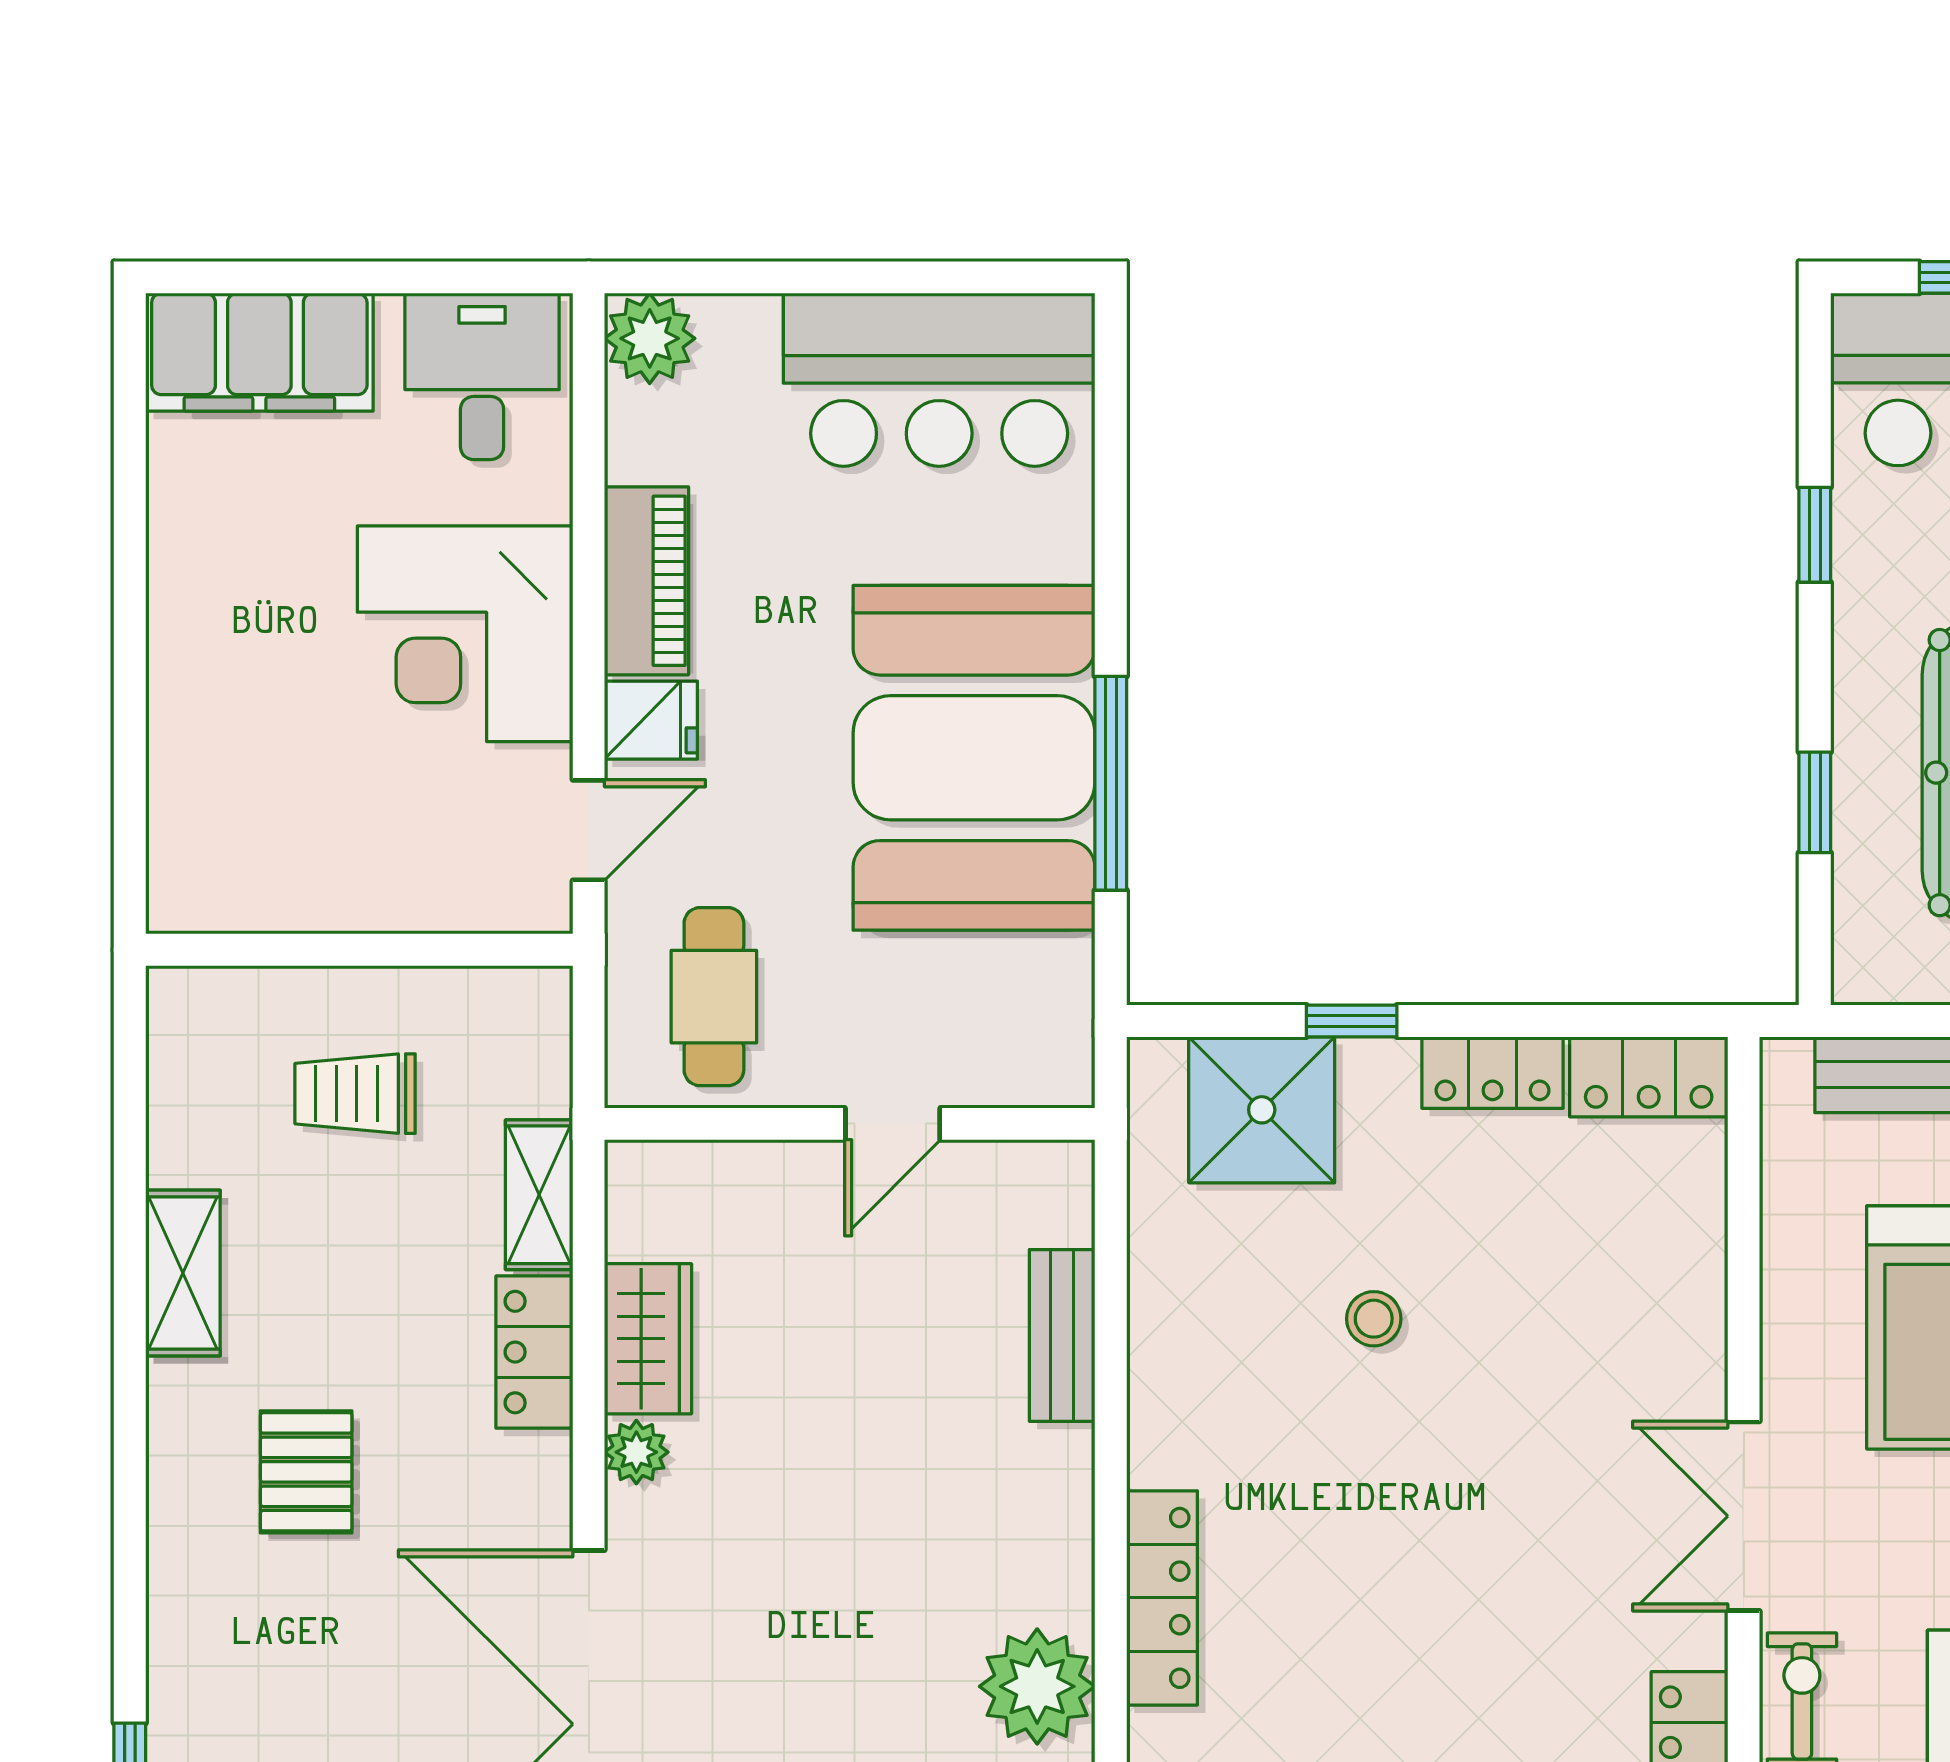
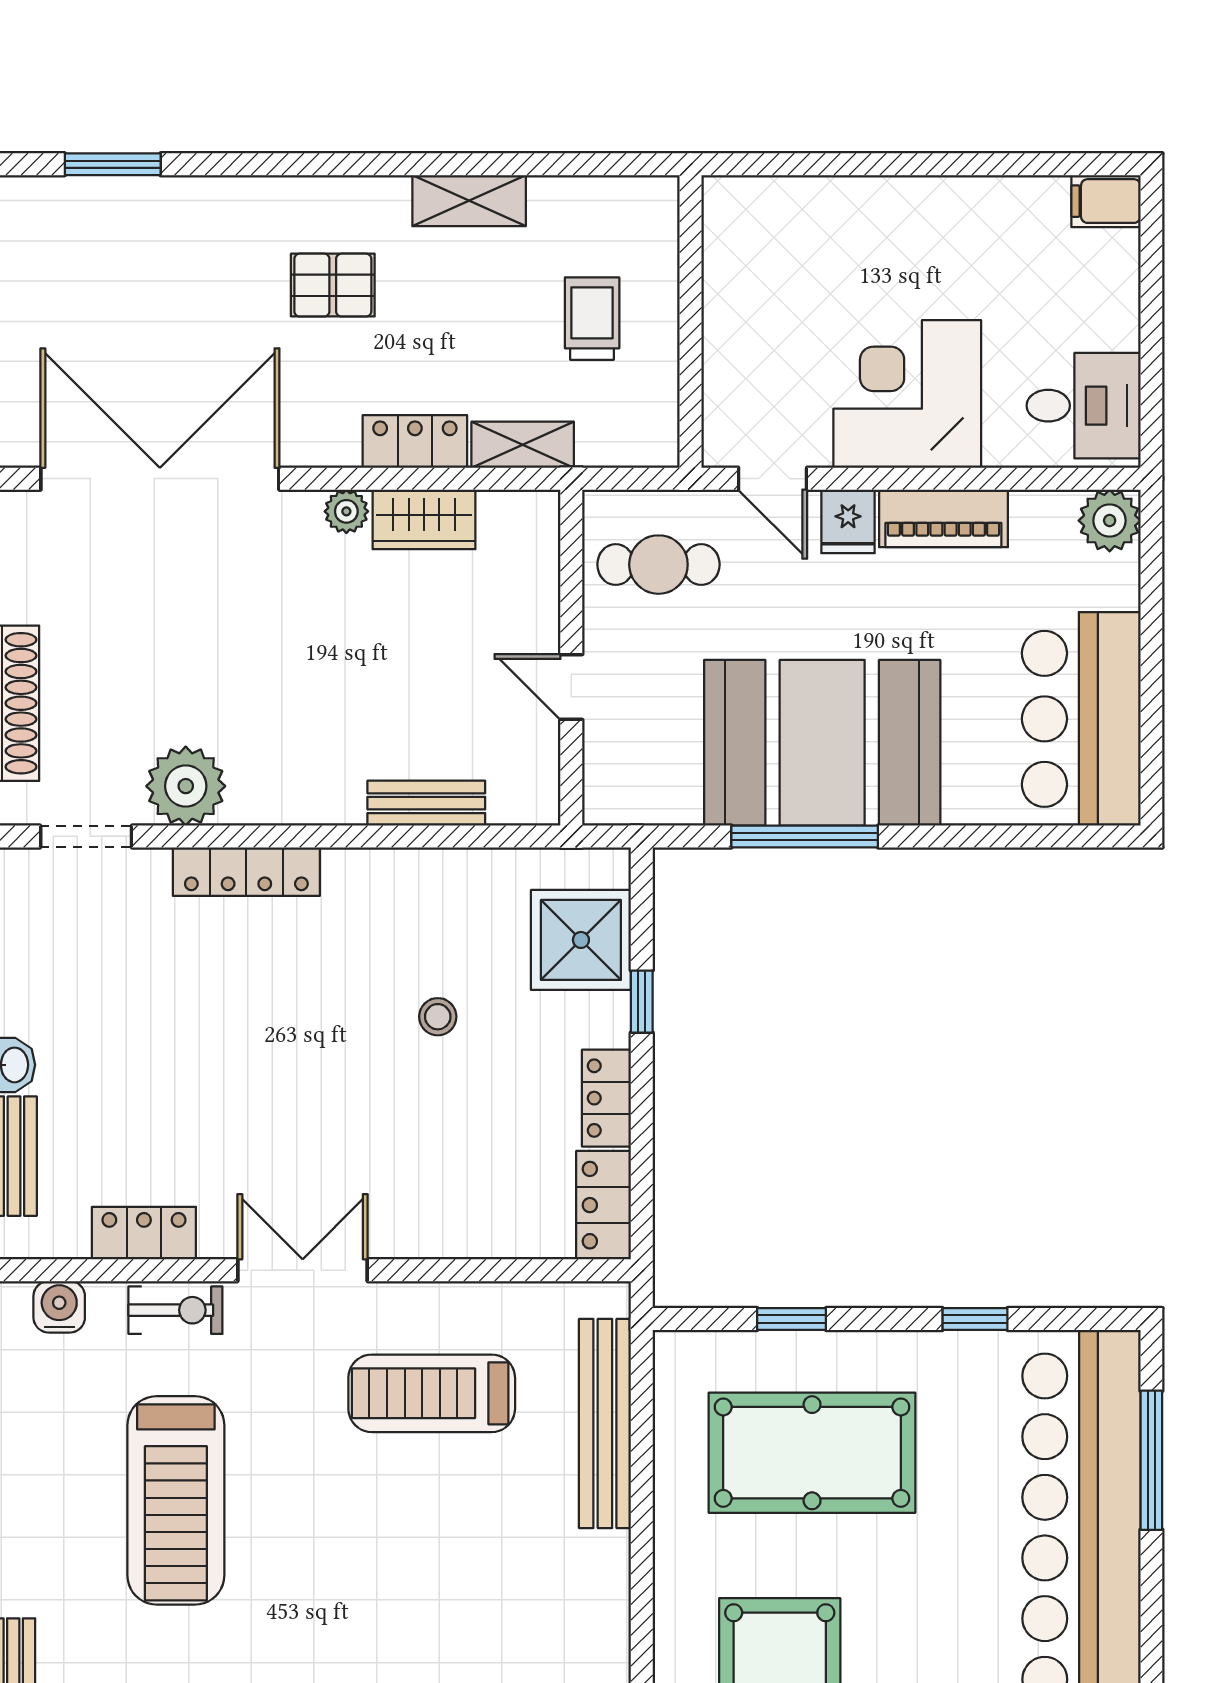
filing cabinet: (259, 352) -> (1106, 201), width x0.33, depth x0.86

